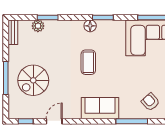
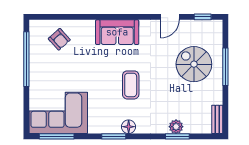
plant: (38, 26) -> (176, 127), moved
spiral stairs: (33, 80) -> (194, 64), turned -90
window: (132, 121) -> (81, 17), removed

